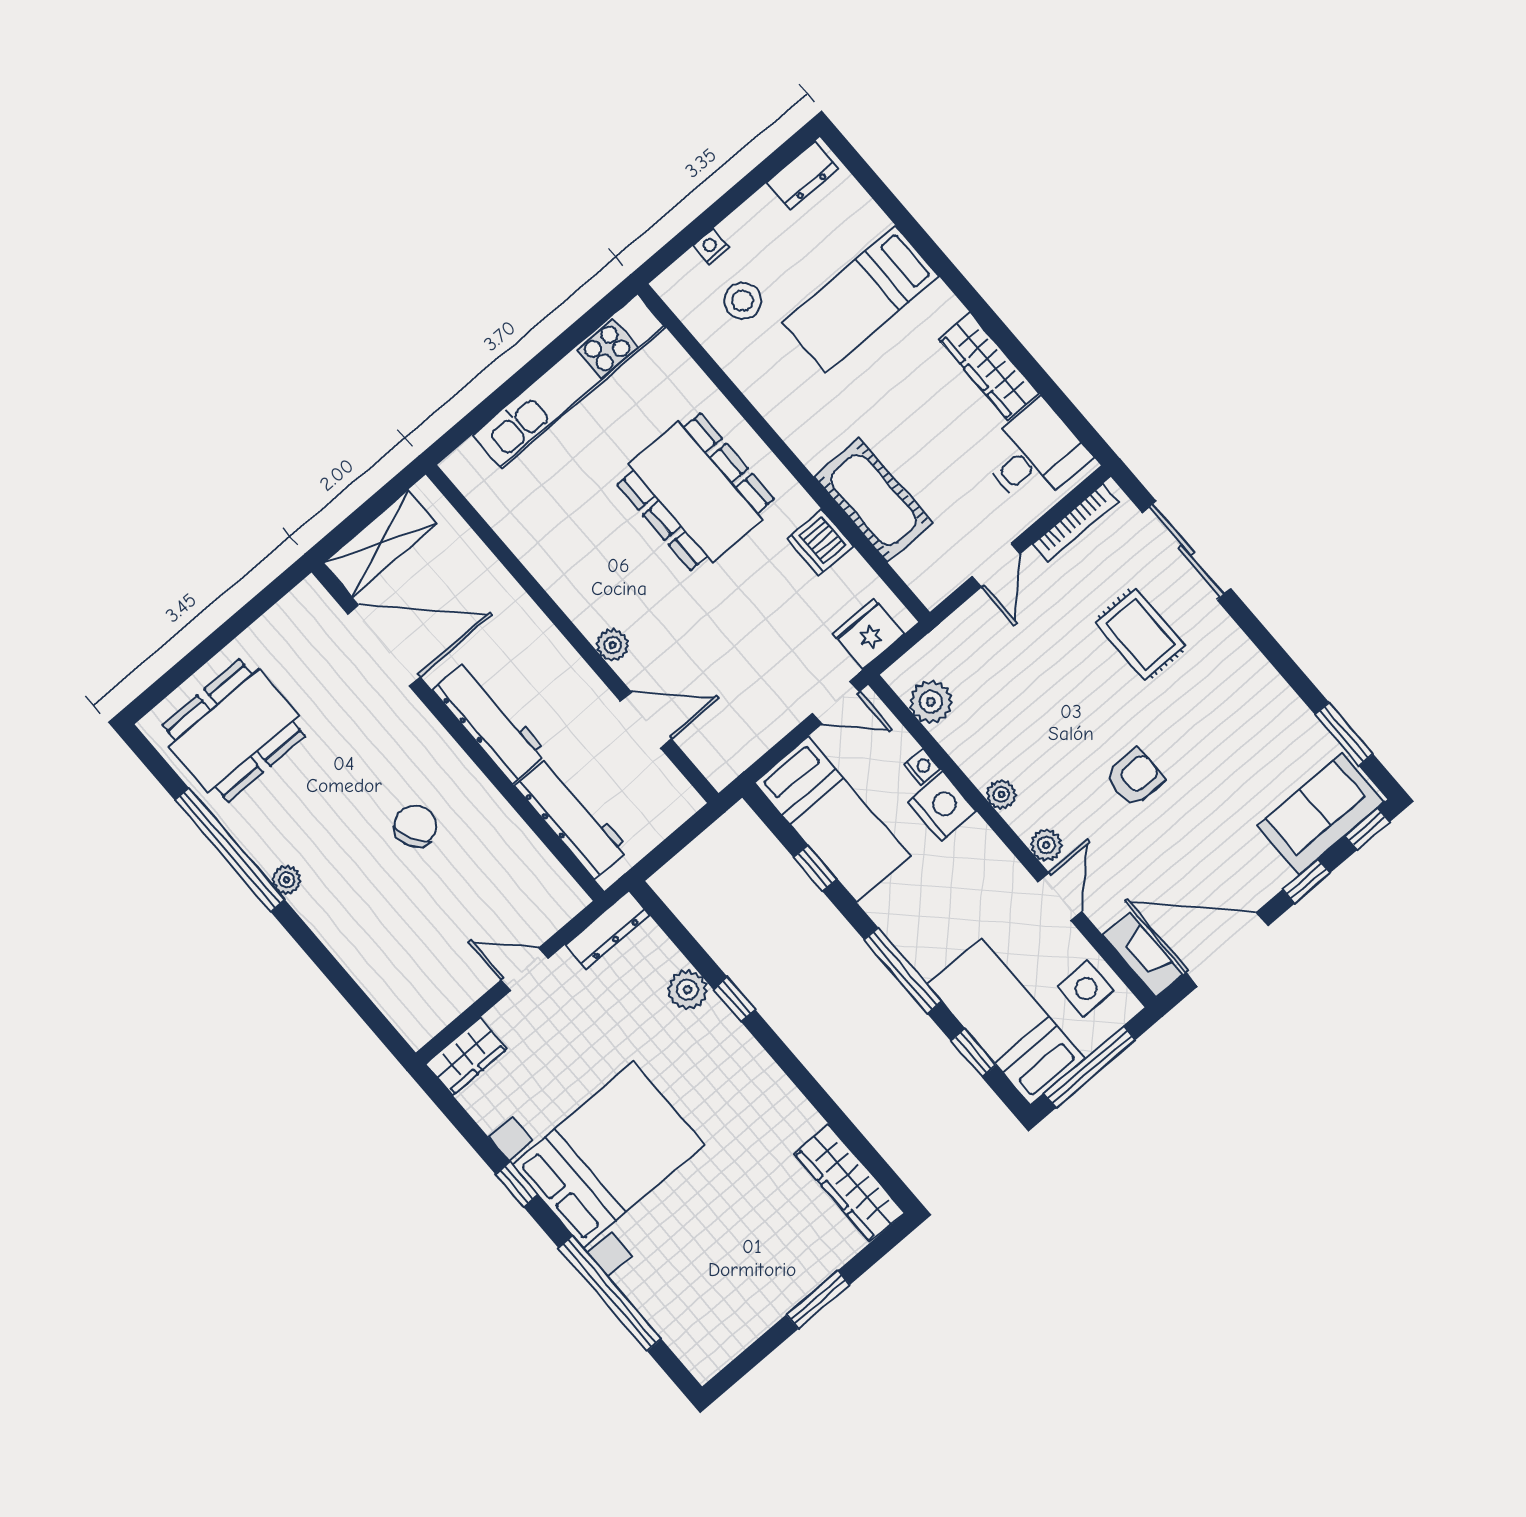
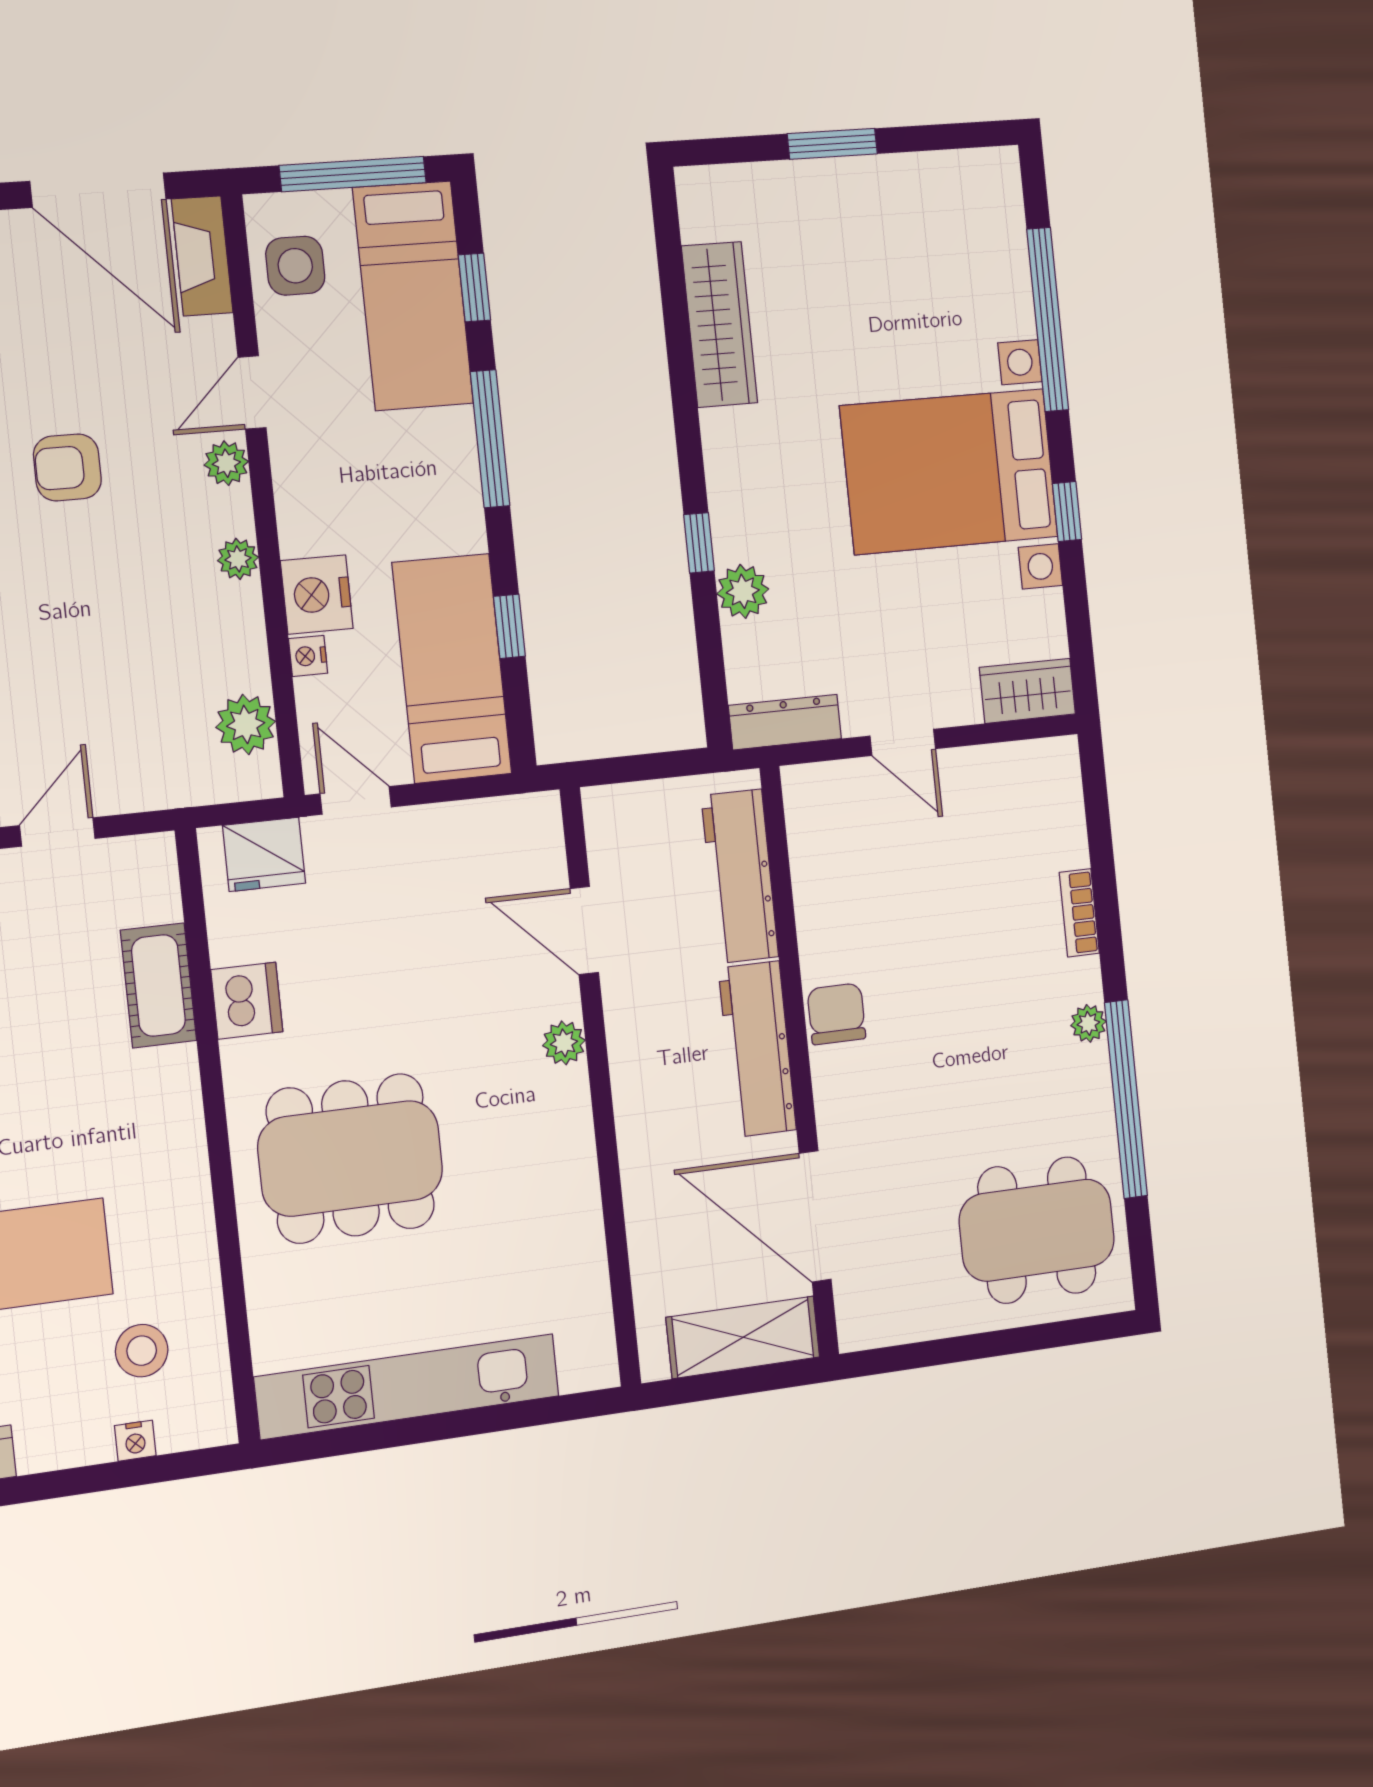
dining table: (695, 492) -> (350, 1158), turned 90
cot: (873, 500) -> (158, 985), width x0.73, depth x0.75
chair: (415, 826) -> (836, 1014), moved, turned 118
bookcase: (339, 944) -> (1079, 913), added
wardrobe: (849, 1183) -> (719, 324), moved

